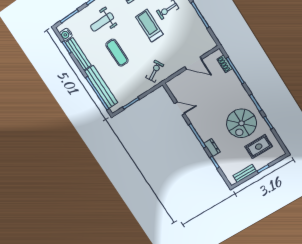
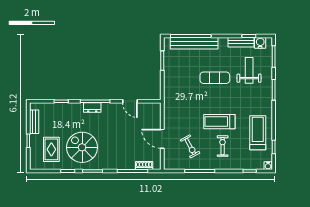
weight bench: (102, 22) -> (249, 70), moved
treadmill: (149, 26) -> (219, 122), turned 180
bench: (78, 54) -> (241, 42), width x0.73
door: (193, 63) -> (162, 139), hinge flipped
exercise bike: (155, 71) -> (190, 146), moved
door: (180, 108) -> (130, 101), hinge flipped
dresser: (212, 148) -> (92, 107), moved

